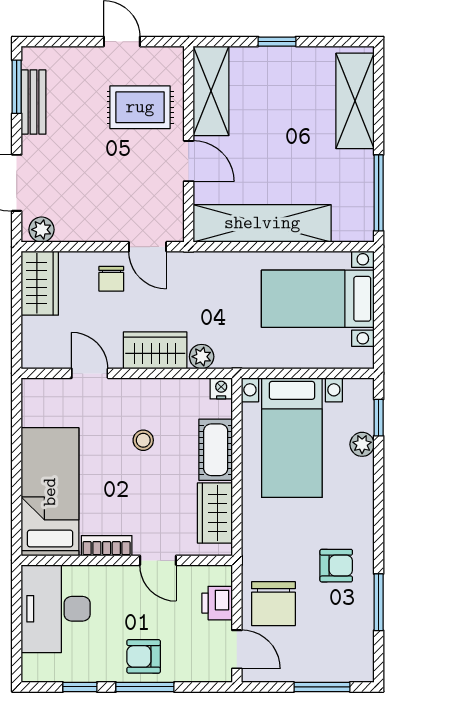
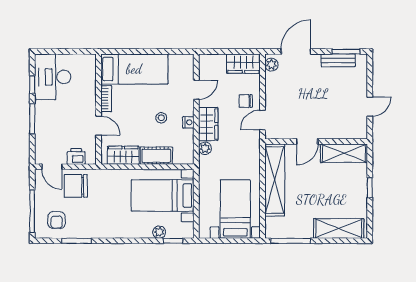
rug: (140, 107) -> (335, 116), removed
nightstand: (221, 388) -> (188, 122), moved
door: (158, 560) -> (98, 125), swing flipped
armchair: (336, 566) -> (57, 220), moved
desk: (56, 609) -> (53, 77), moved, turned -90
door: (237, 649) -> (52, 167), hinge flipped
armchair: (144, 656) -> (48, 118), removed
window: (322, 687) -> (32, 211), width x1.44

